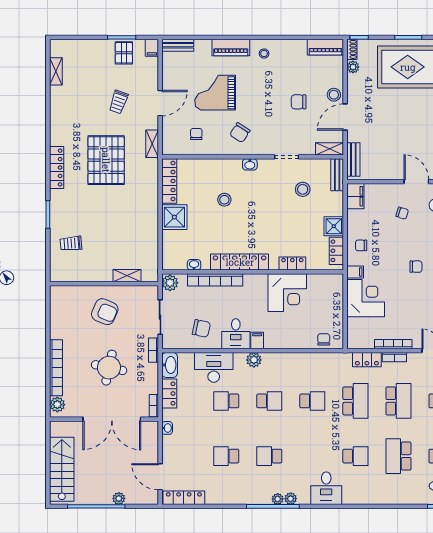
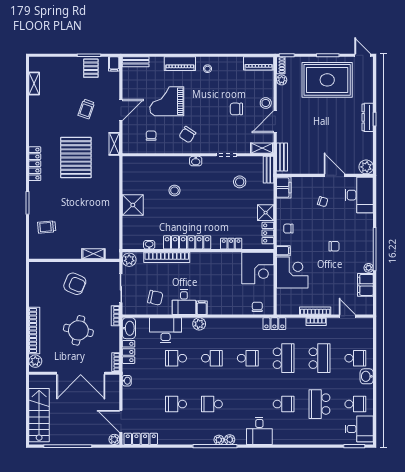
locker: (169, 181) -> (129, 175), removed
corner desk: (287, 293) -> (258, 268), moved
locker: (367, 360) -> (274, 324), moved
plant: (119, 498) -> (114, 439), moved

